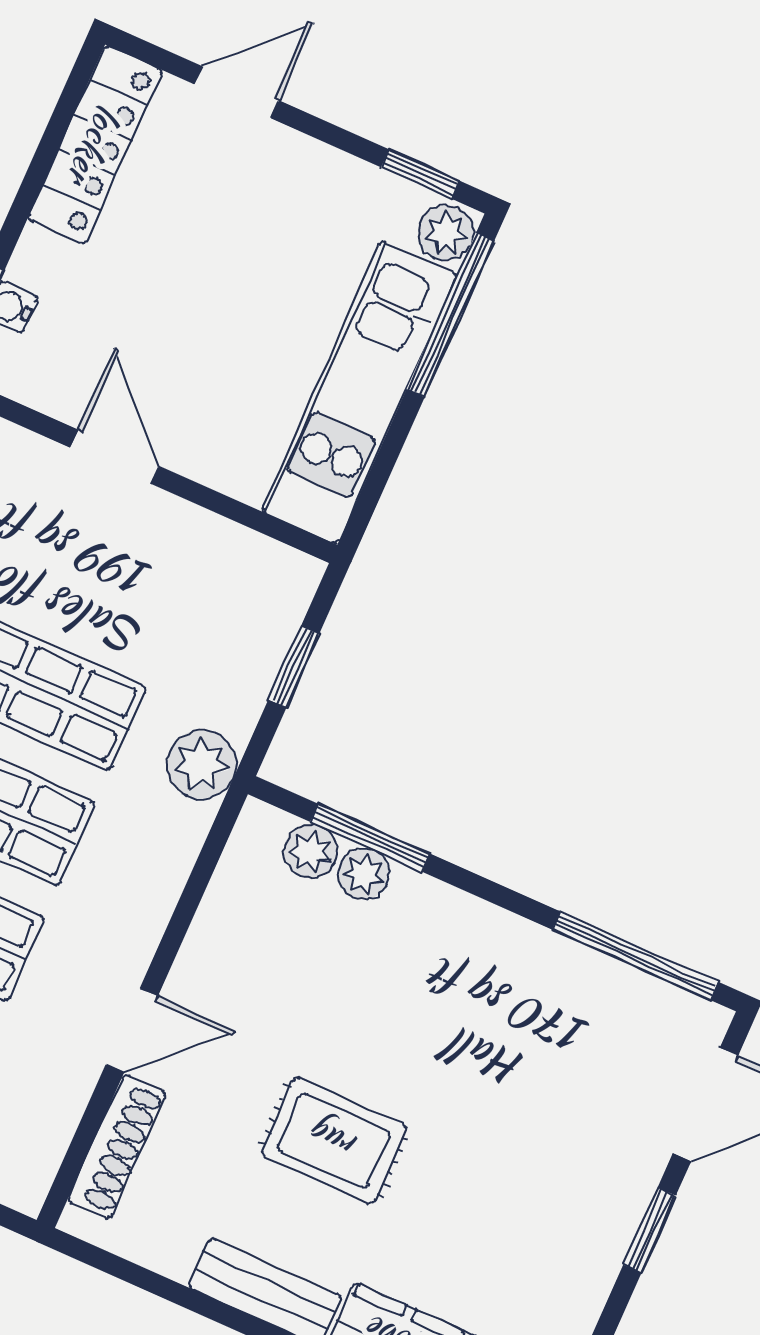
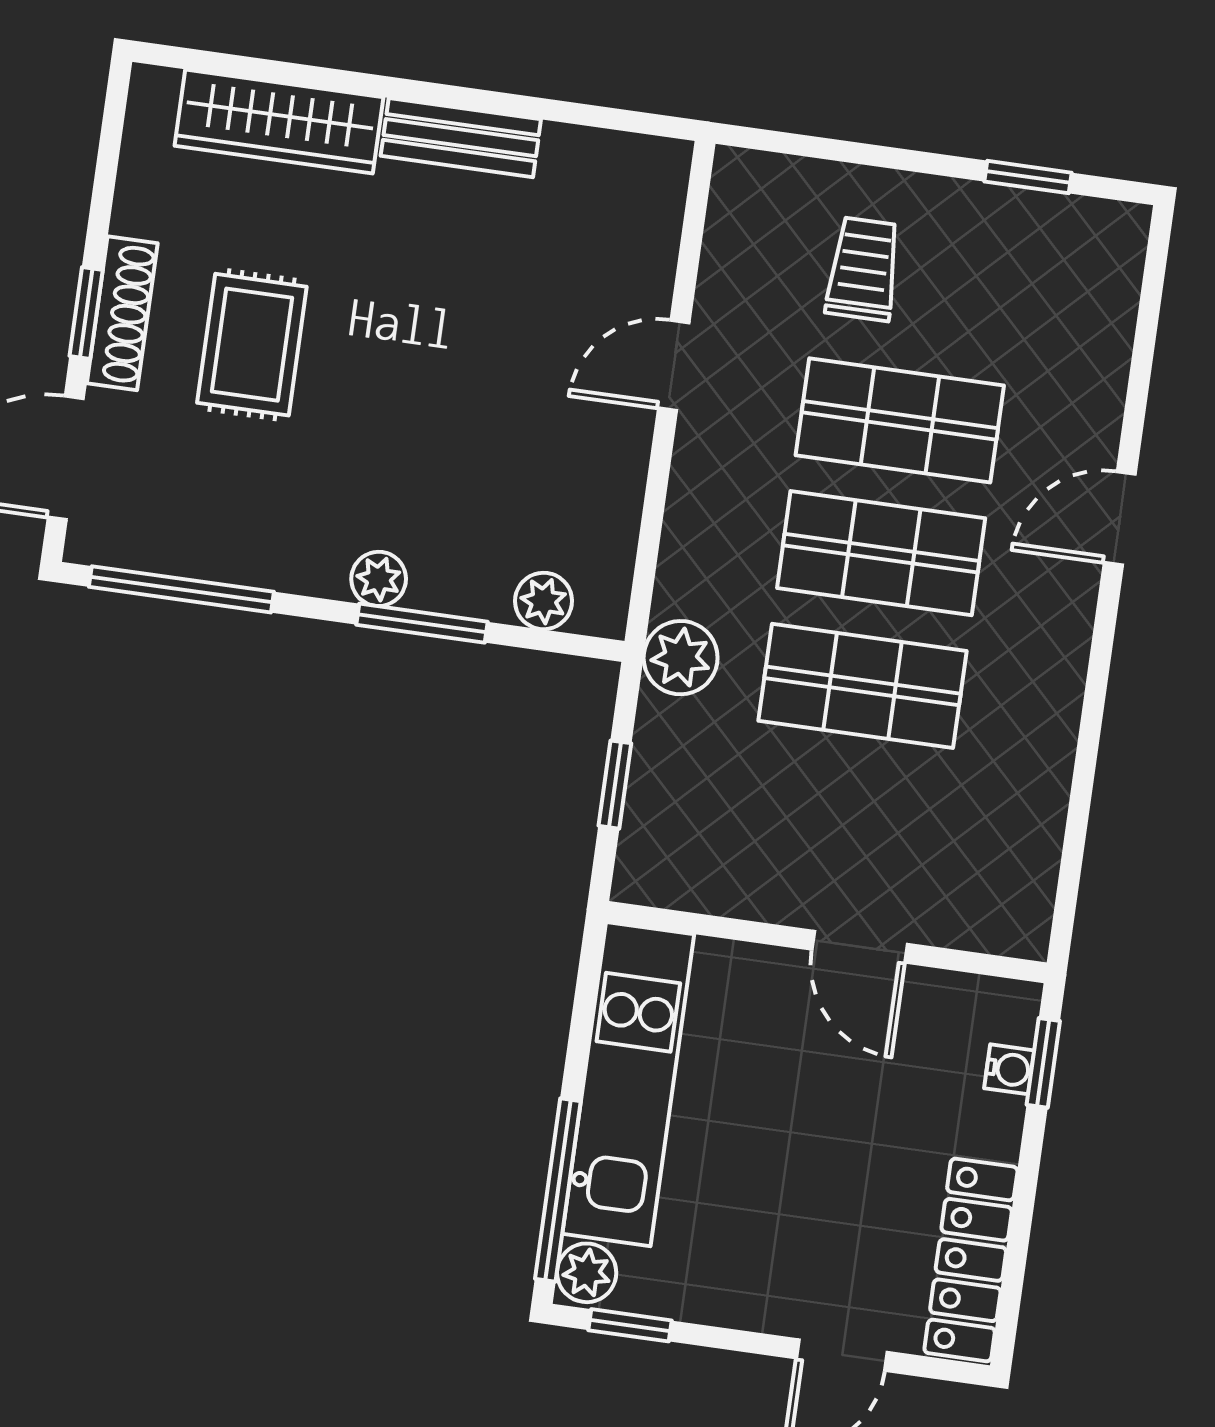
window: (370, 838) -> (422, 623), moved
plant: (364, 874) -> (379, 579), moved
rug: (334, 1141) -> (252, 345), moved, turned 90
shoe rack: (117, 1146) -> (122, 313), moved, turned 180

